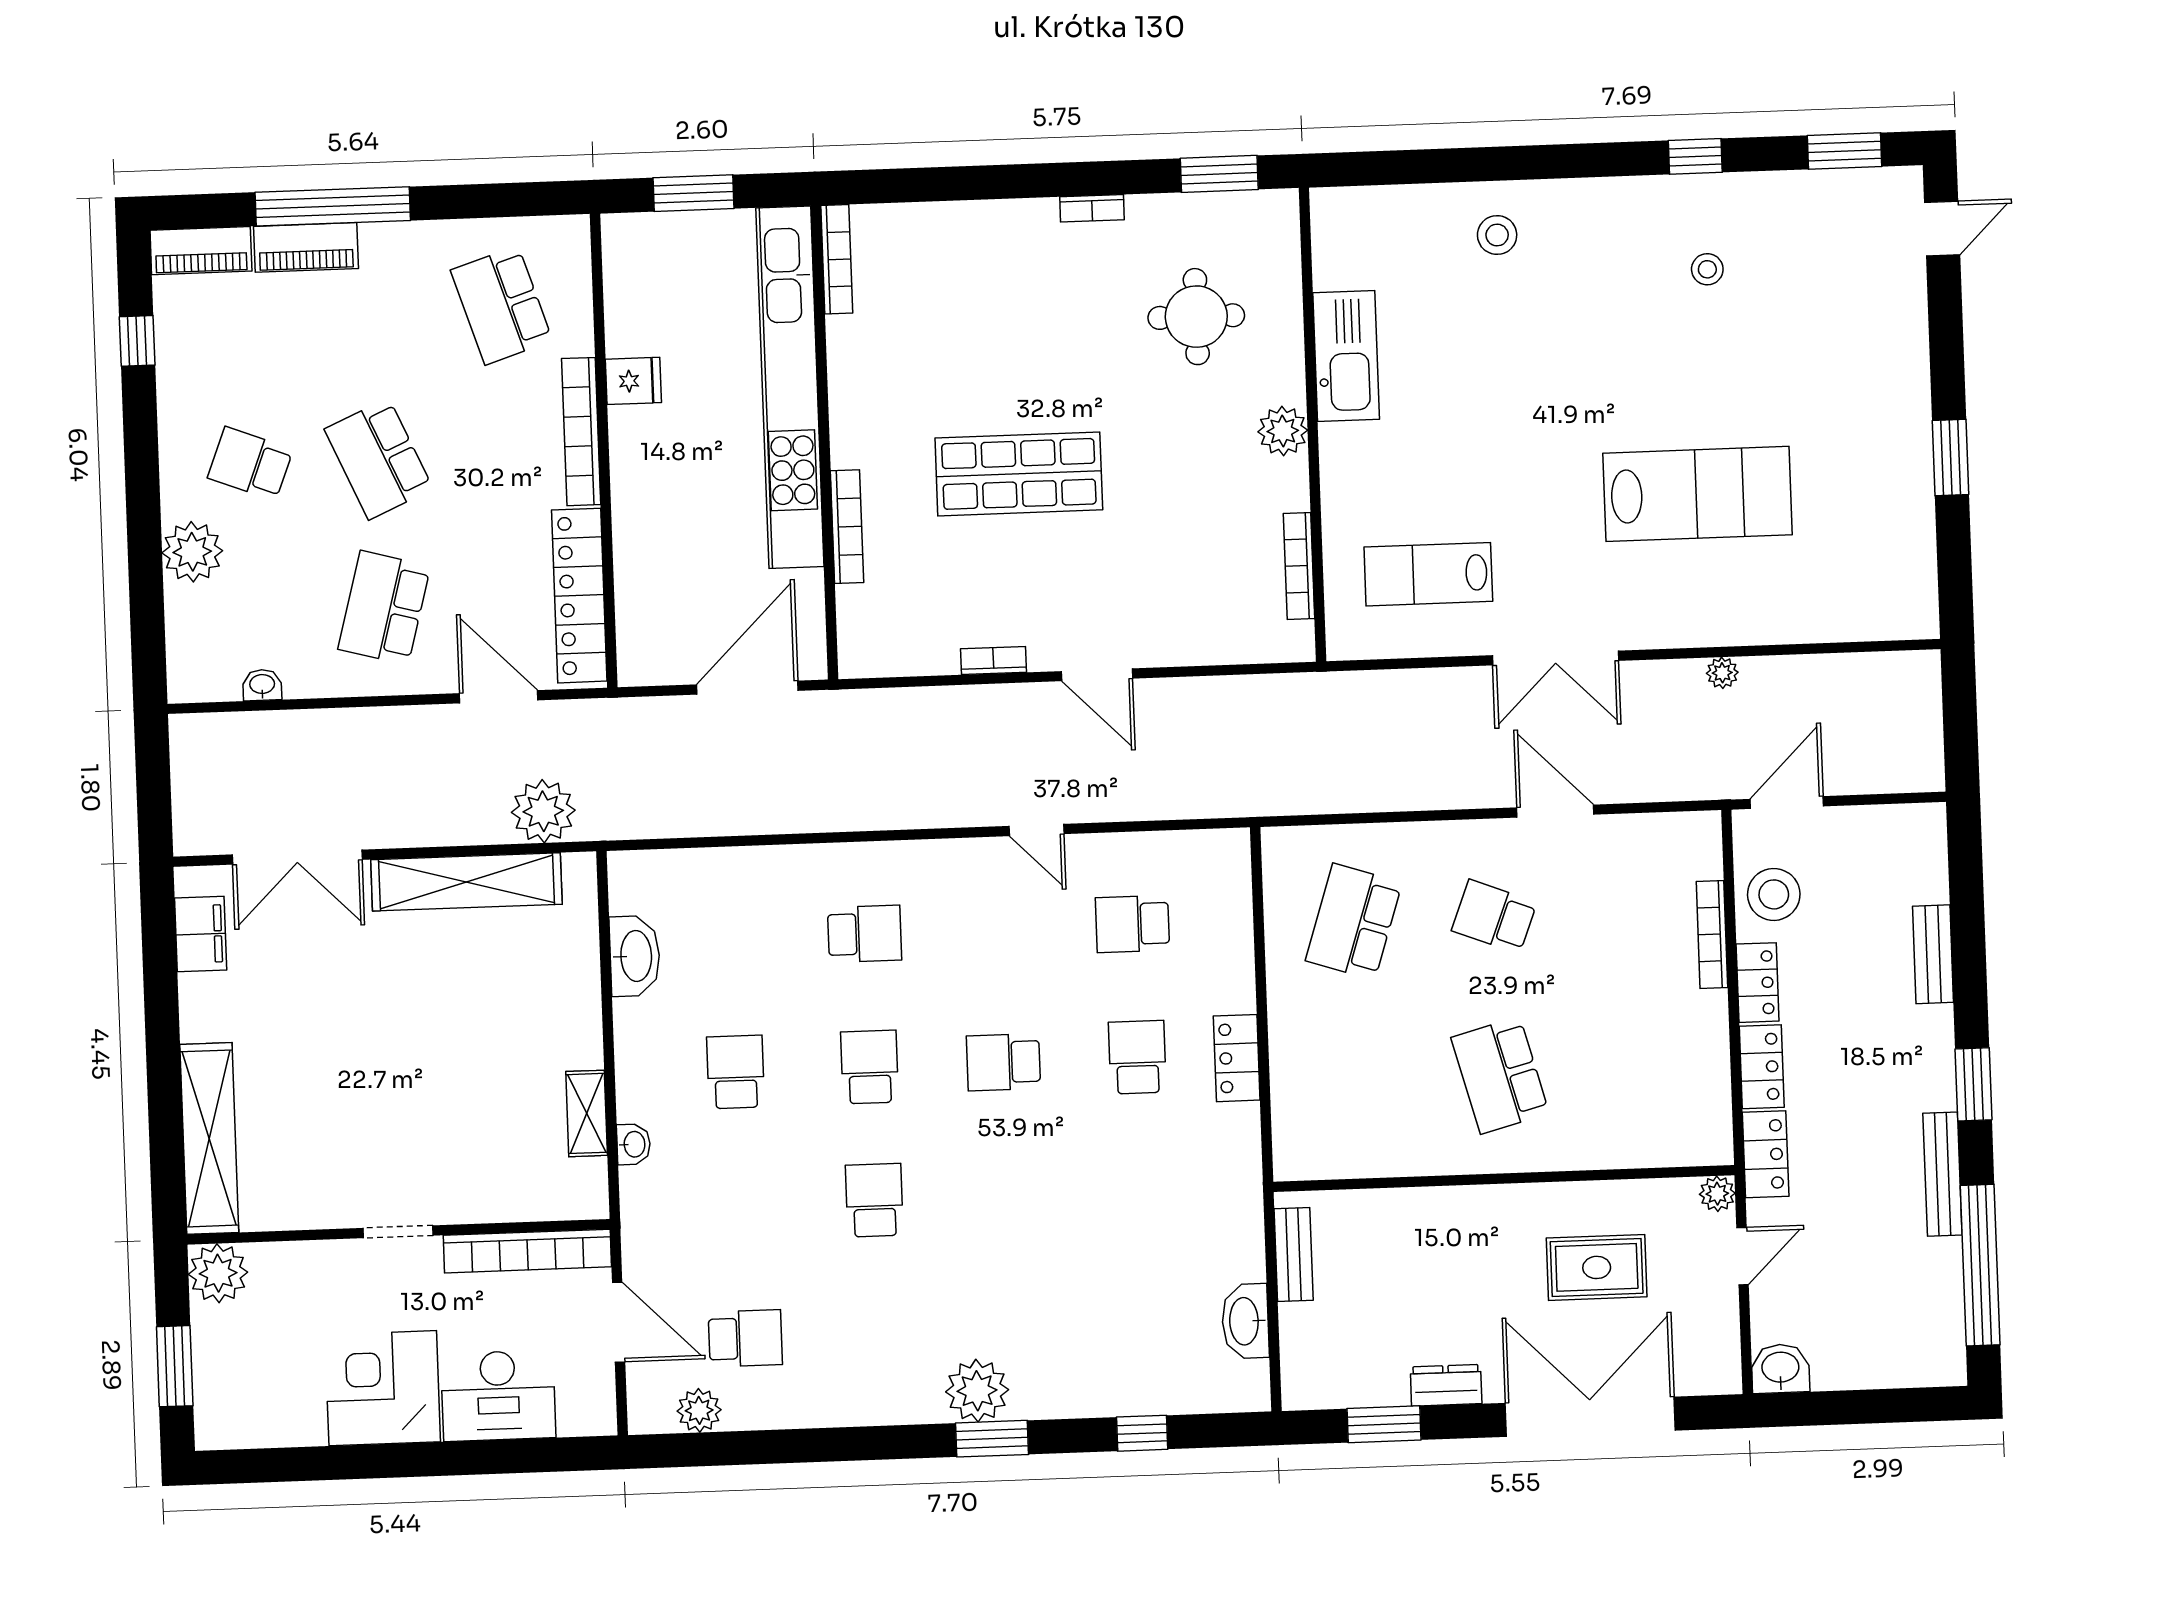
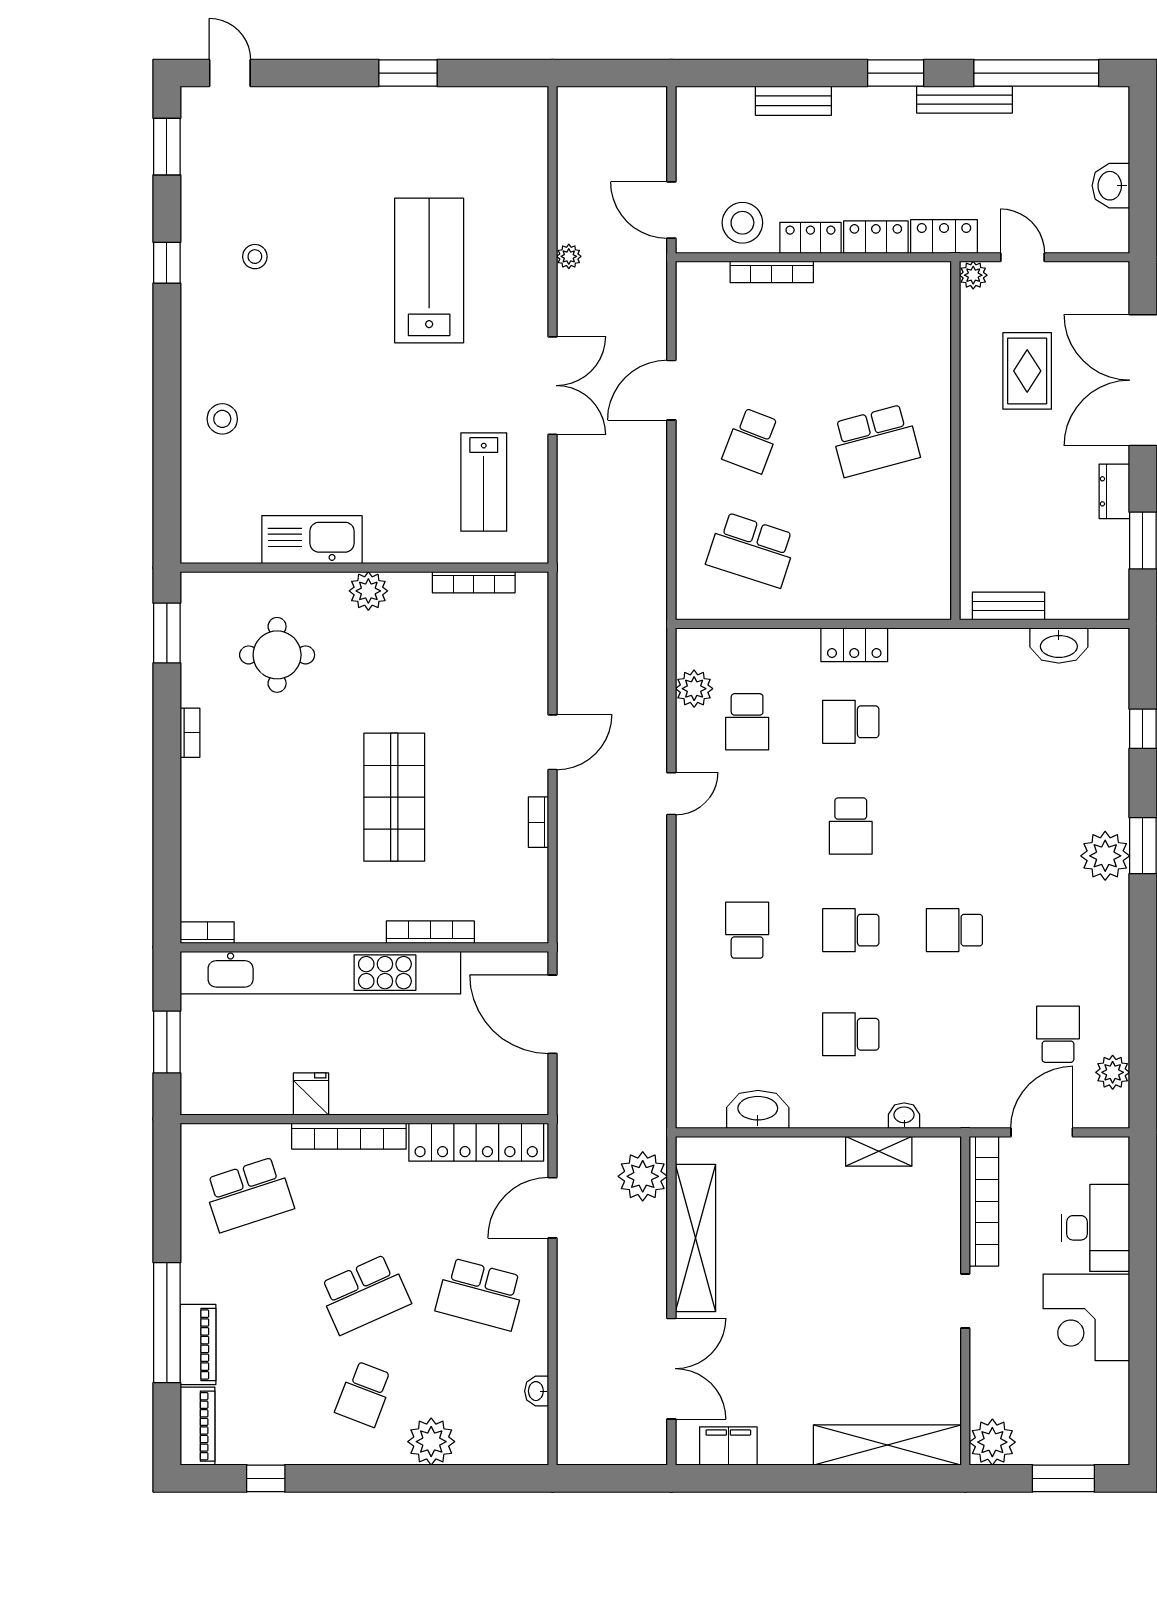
bookcase: (837, 259) -> (207, 933), width x0.64
plant: (1173, 854) -> (694, 689), added
washbasin: (1780, 1369) -> (1111, 186), moved

